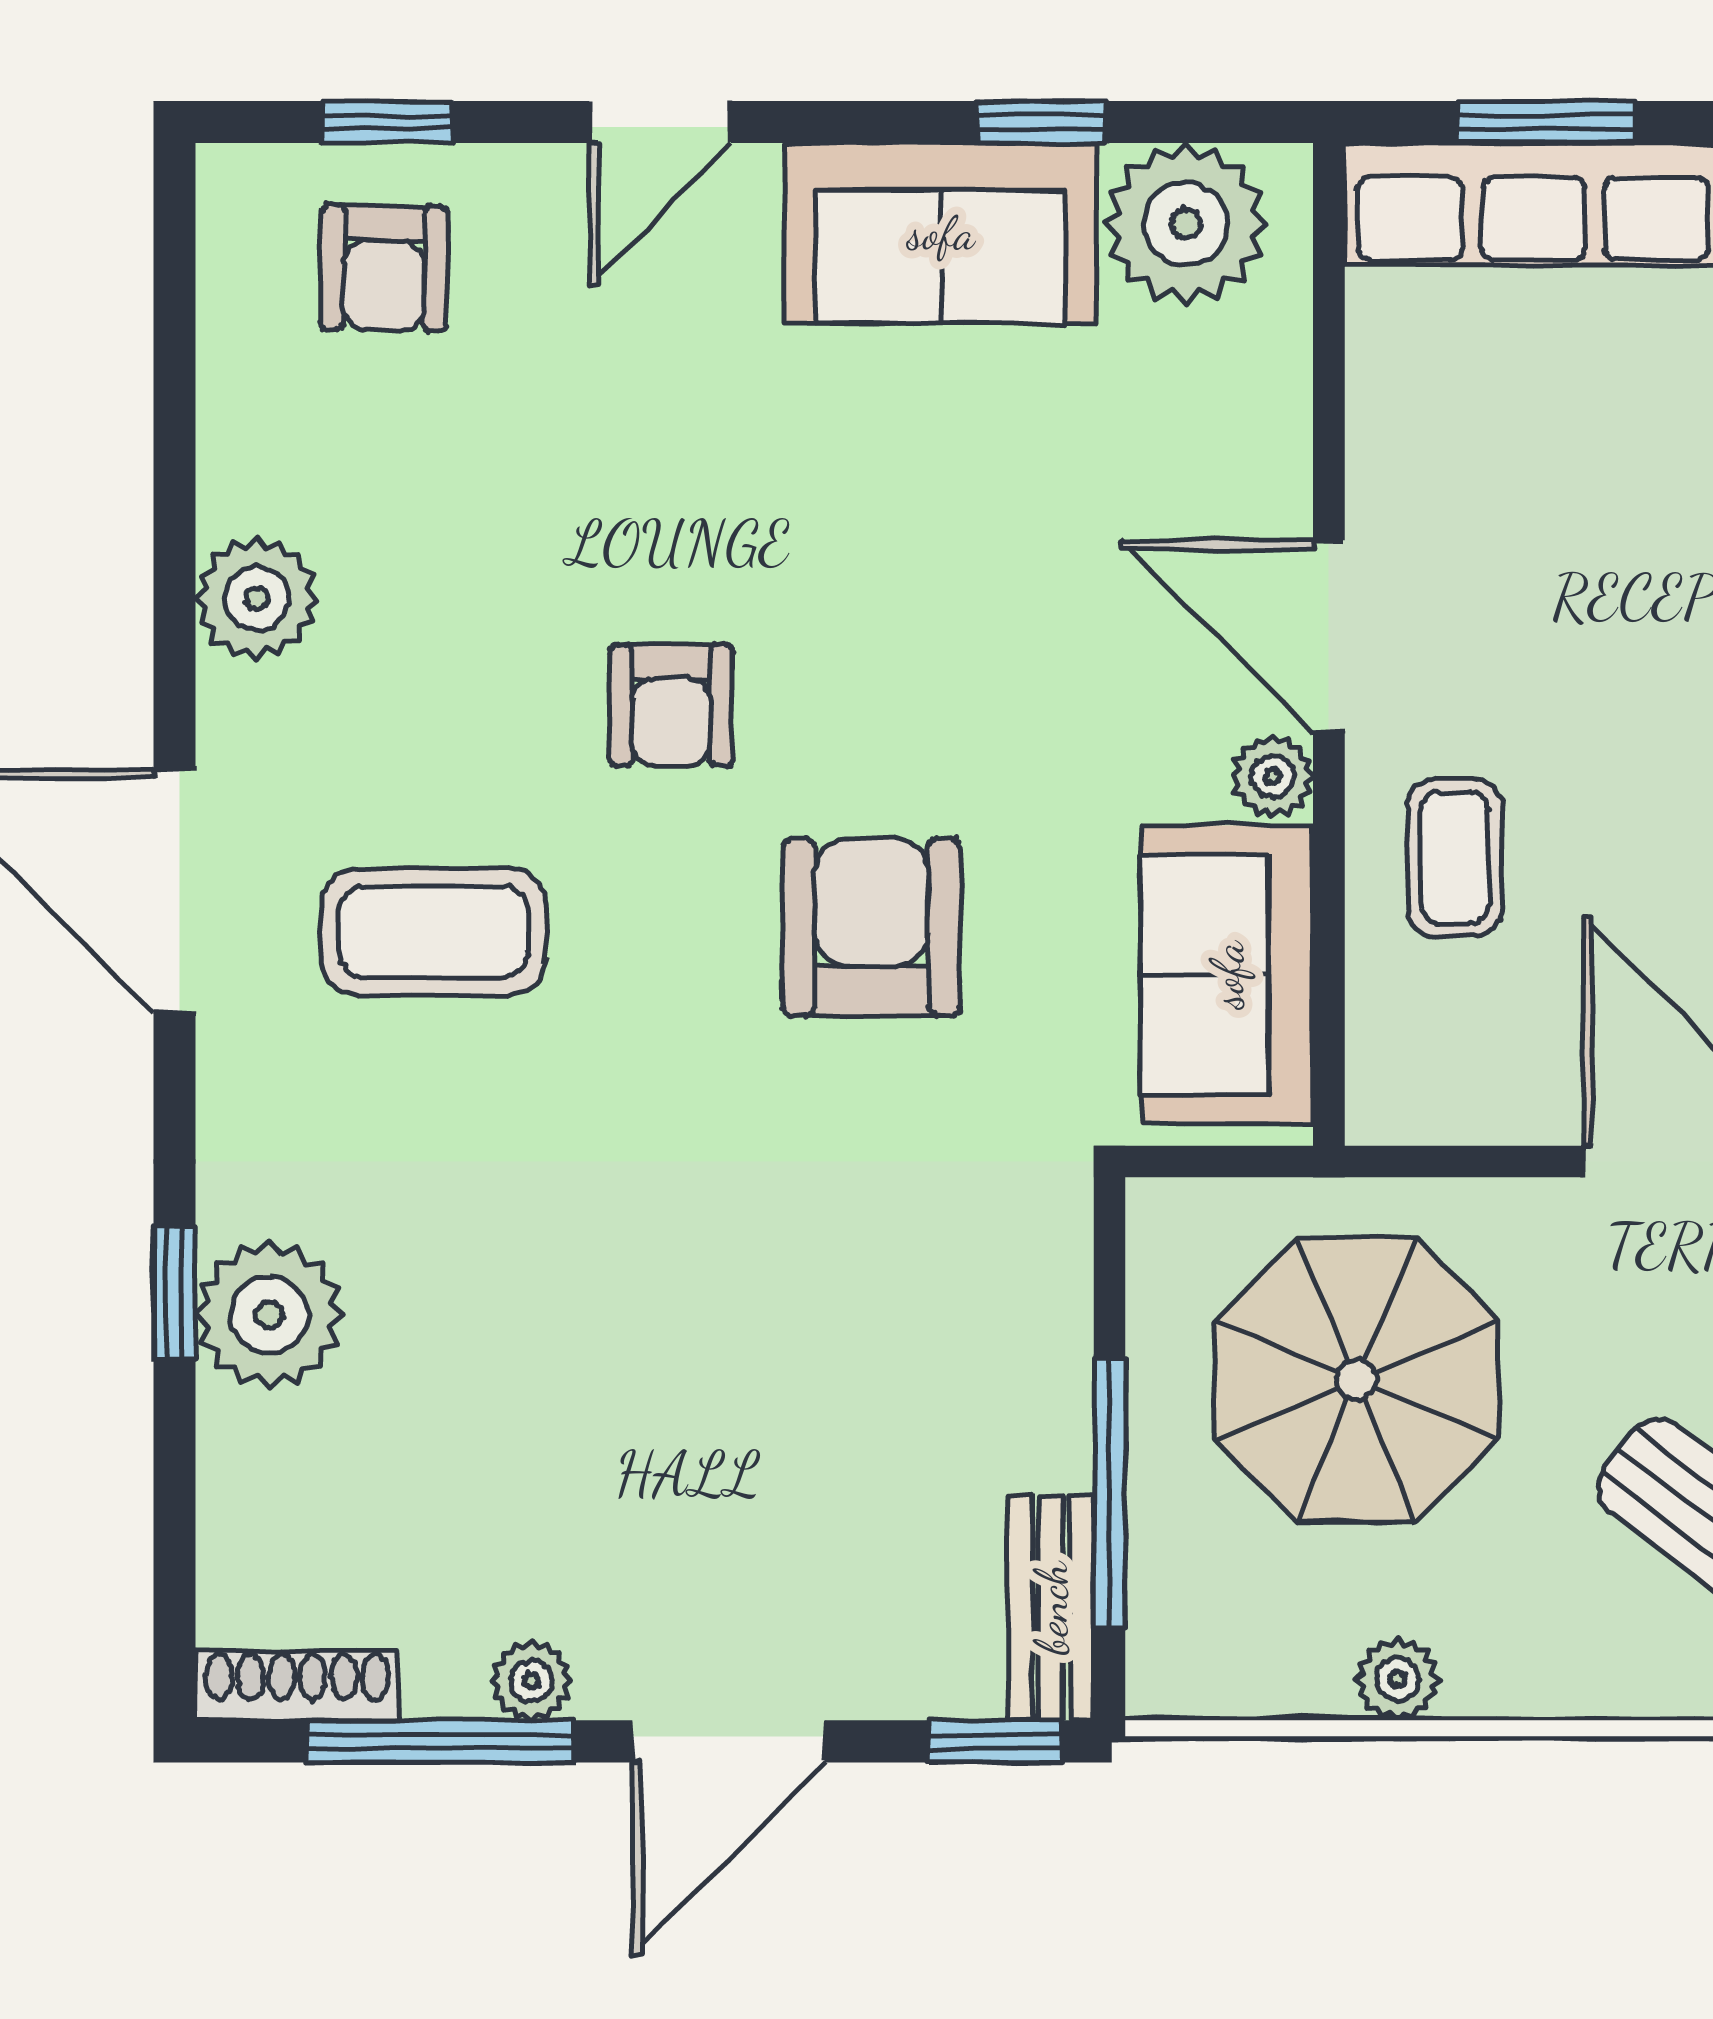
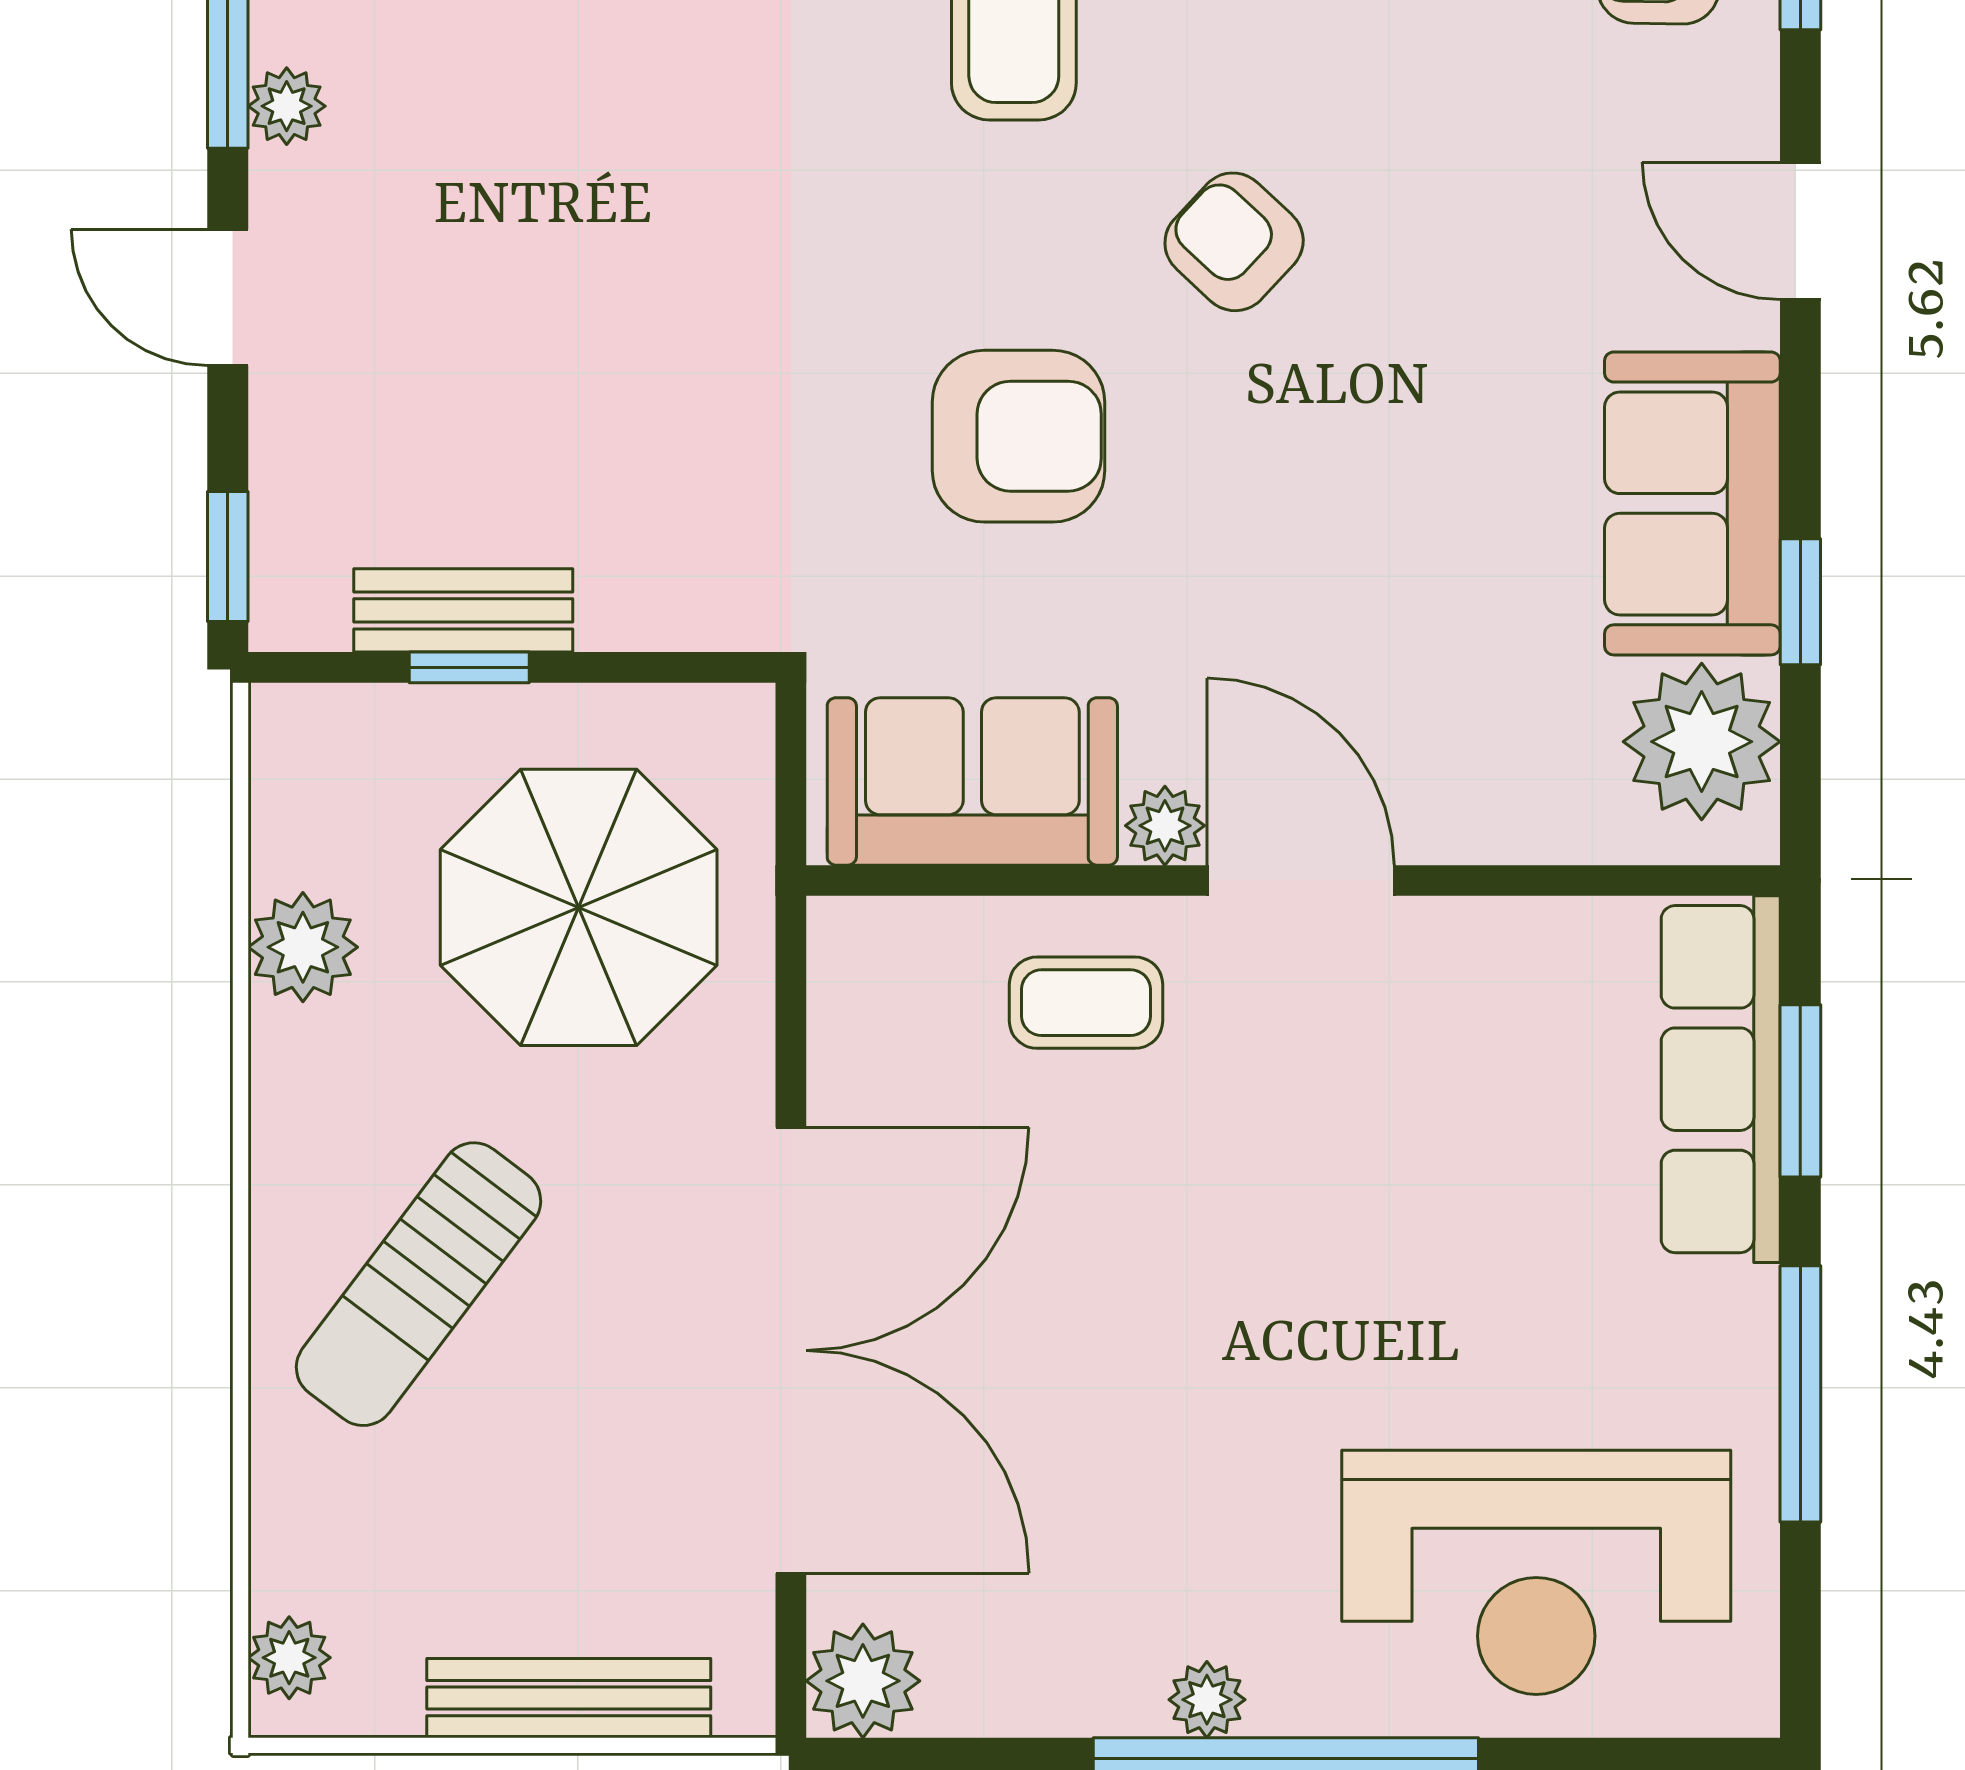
door: (1329, 637) -> (1301, 880), hinge flipped
armchair: (671, 705) -> (1234, 242), turned 43
window: (1109, 1493) -> (469, 667), width x0.46
bench: (1051, 1608) -> (463, 610), moved
plant: (1398, 1679) -> (303, 947), width x1.38, depth x1.38
door: (729, 1741) -> (228, 297), width x0.73

